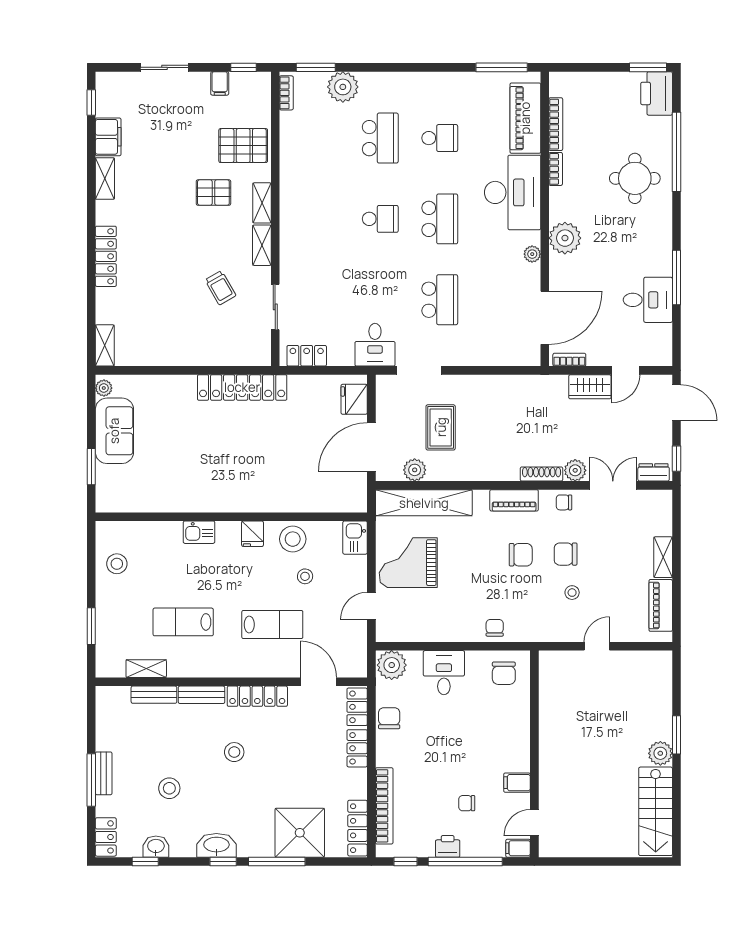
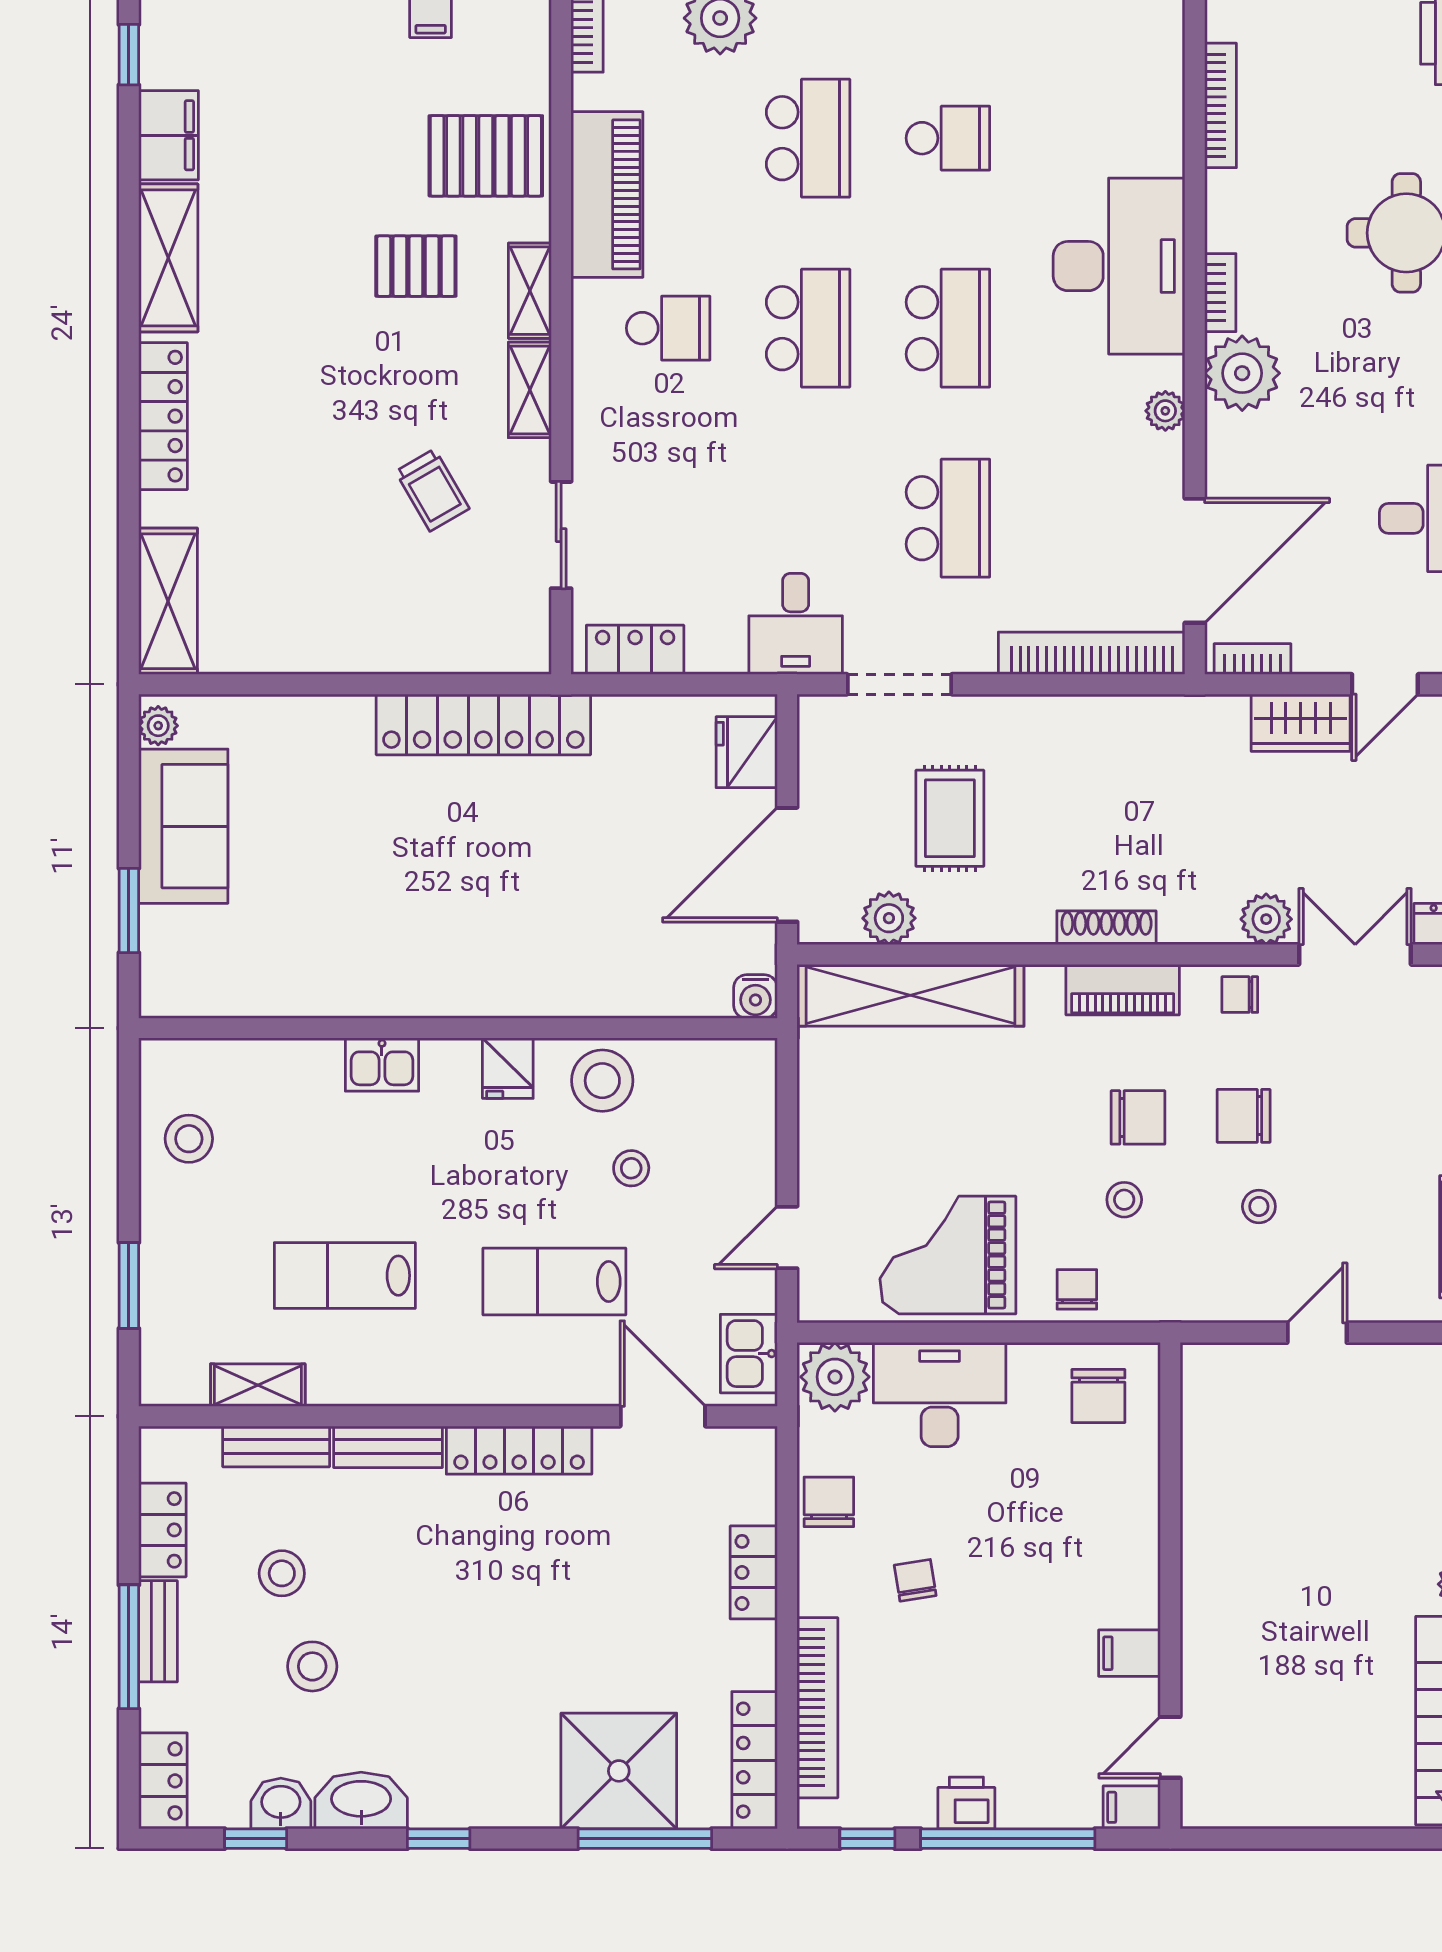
piano: (525, 118) -> (607, 194), moved, turned 180
bookcase: (556, 169) -> (1220, 293), moved
shelving: (105, 178) -> (168, 258), width x1.50, depth x1.33
school desk: (321, 219) -> (668, 328), added
school desk: (380, 219) -> (808, 328), width x1.85
shelving: (105, 345) -> (168, 601), width x1.50, depth x1.33
bookcase: (501, 357) -> (1092, 653), added
shoe rack: (542, 474) -> (1106, 928), moved
water cooler: (358, 503) -> (755, 996), added
kitchen sink: (355, 538) -> (749, 1354), moved
grand piano: (408, 563) -> (948, 1255), moved
stool: (515, 590) -> (1124, 1200), added
lab bench: (272, 624) -> (554, 1282), turned 180
desk: (444, 673) -> (940, 1395), width x1.37
locker: (357, 707) -> (162, 1530), moved, turned 180
stool: (234, 752) -> (282, 1573), moved
chair: (467, 803) -> (915, 1580), moved, turned 81
washbasin: (216, 845) -> (361, 1800), moved
window: (277, 862) -> (645, 1839), moved

